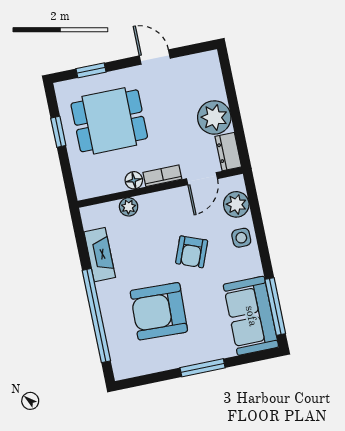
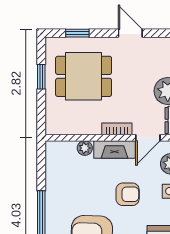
floor lamp: (134, 180) -> (93, 128), removed
armchair: (192, 252) -> (128, 194), turned -111
fireplace: (100, 255) -> (114, 149), moved, turned 90

